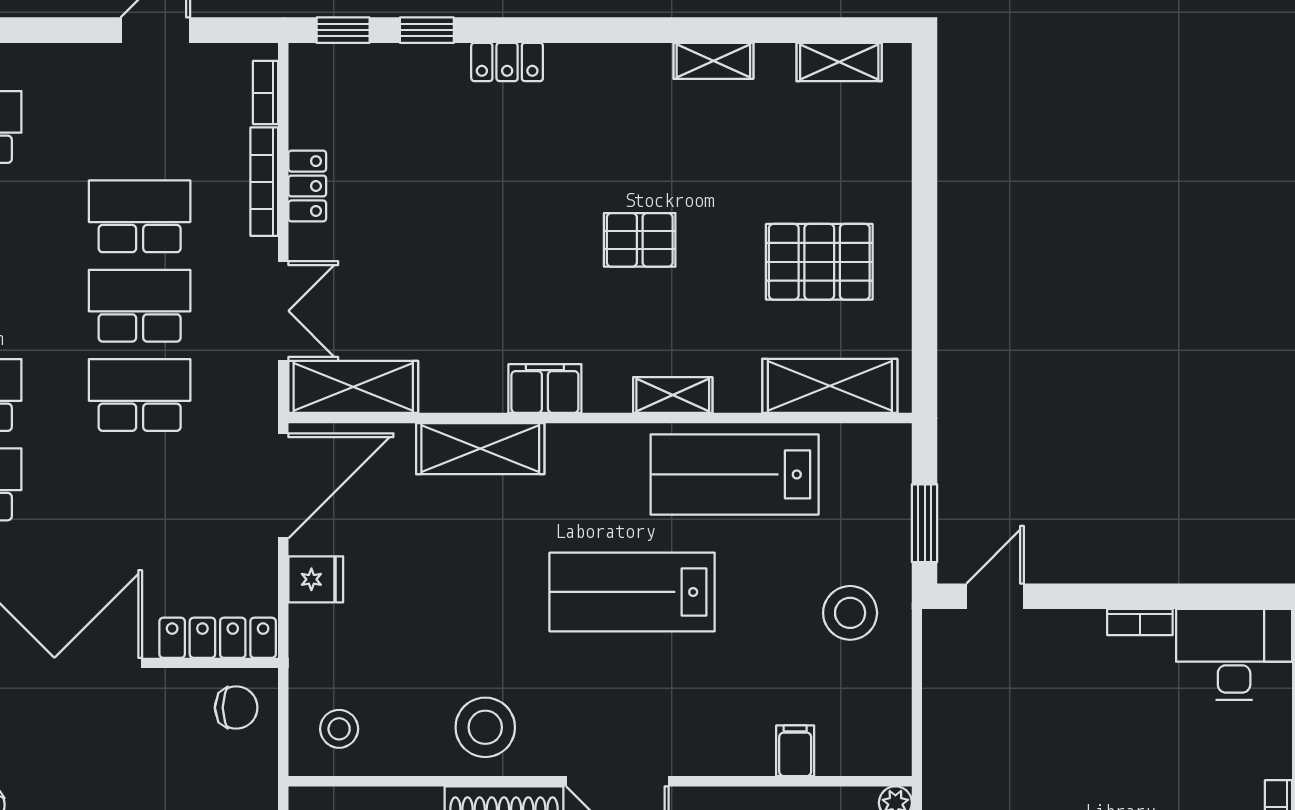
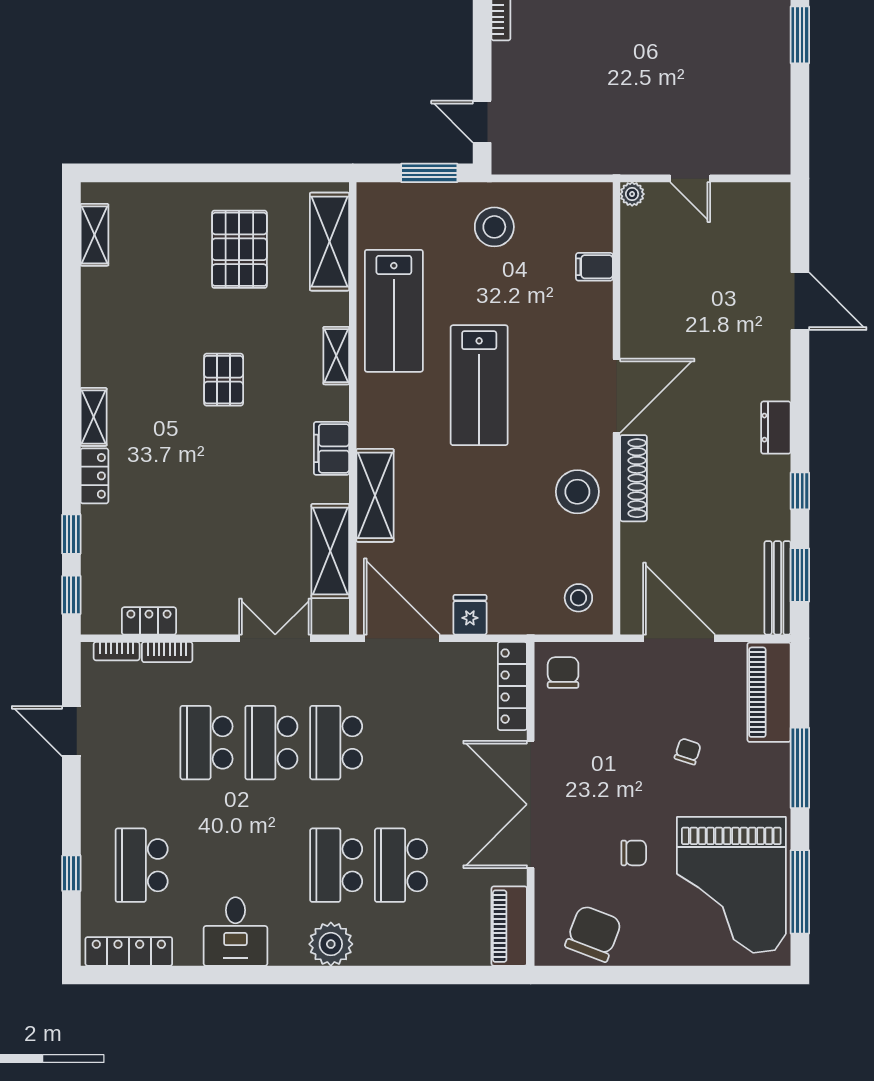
shelving: (713, 61) -> (94, 417), moved
bookcase: (264, 182) -> (167, 652), width x0.64
locker: (307, 186) -> (149, 621), moved
shelving: (353, 387) -> (330, 551), moved

